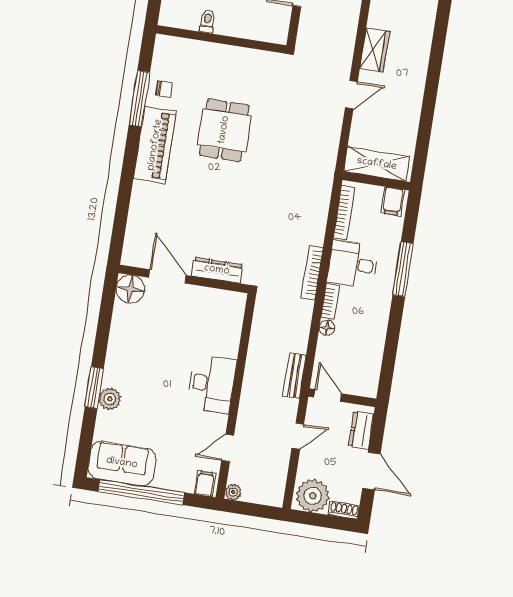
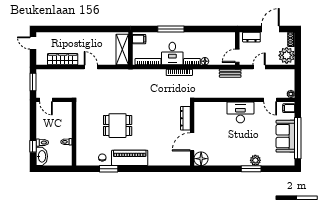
wardrobe: (375, 50) -> (63, 59), width x1.50
window: (139, 99) -> (109, 169), width x0.69
door: (298, 436) -> (259, 67), hinge flipped
sofa: (122, 463) -> (285, 136), moved

